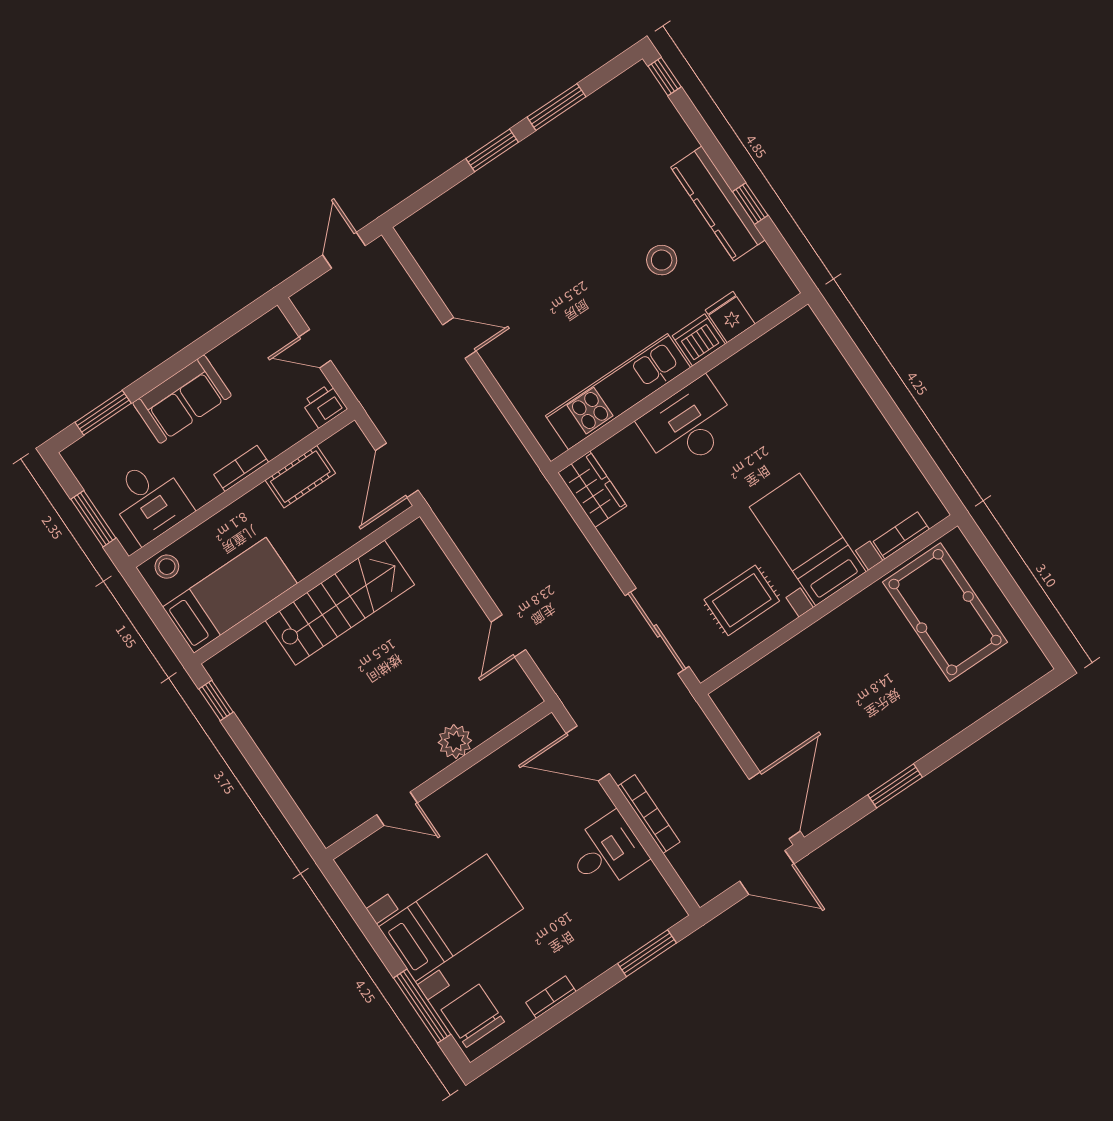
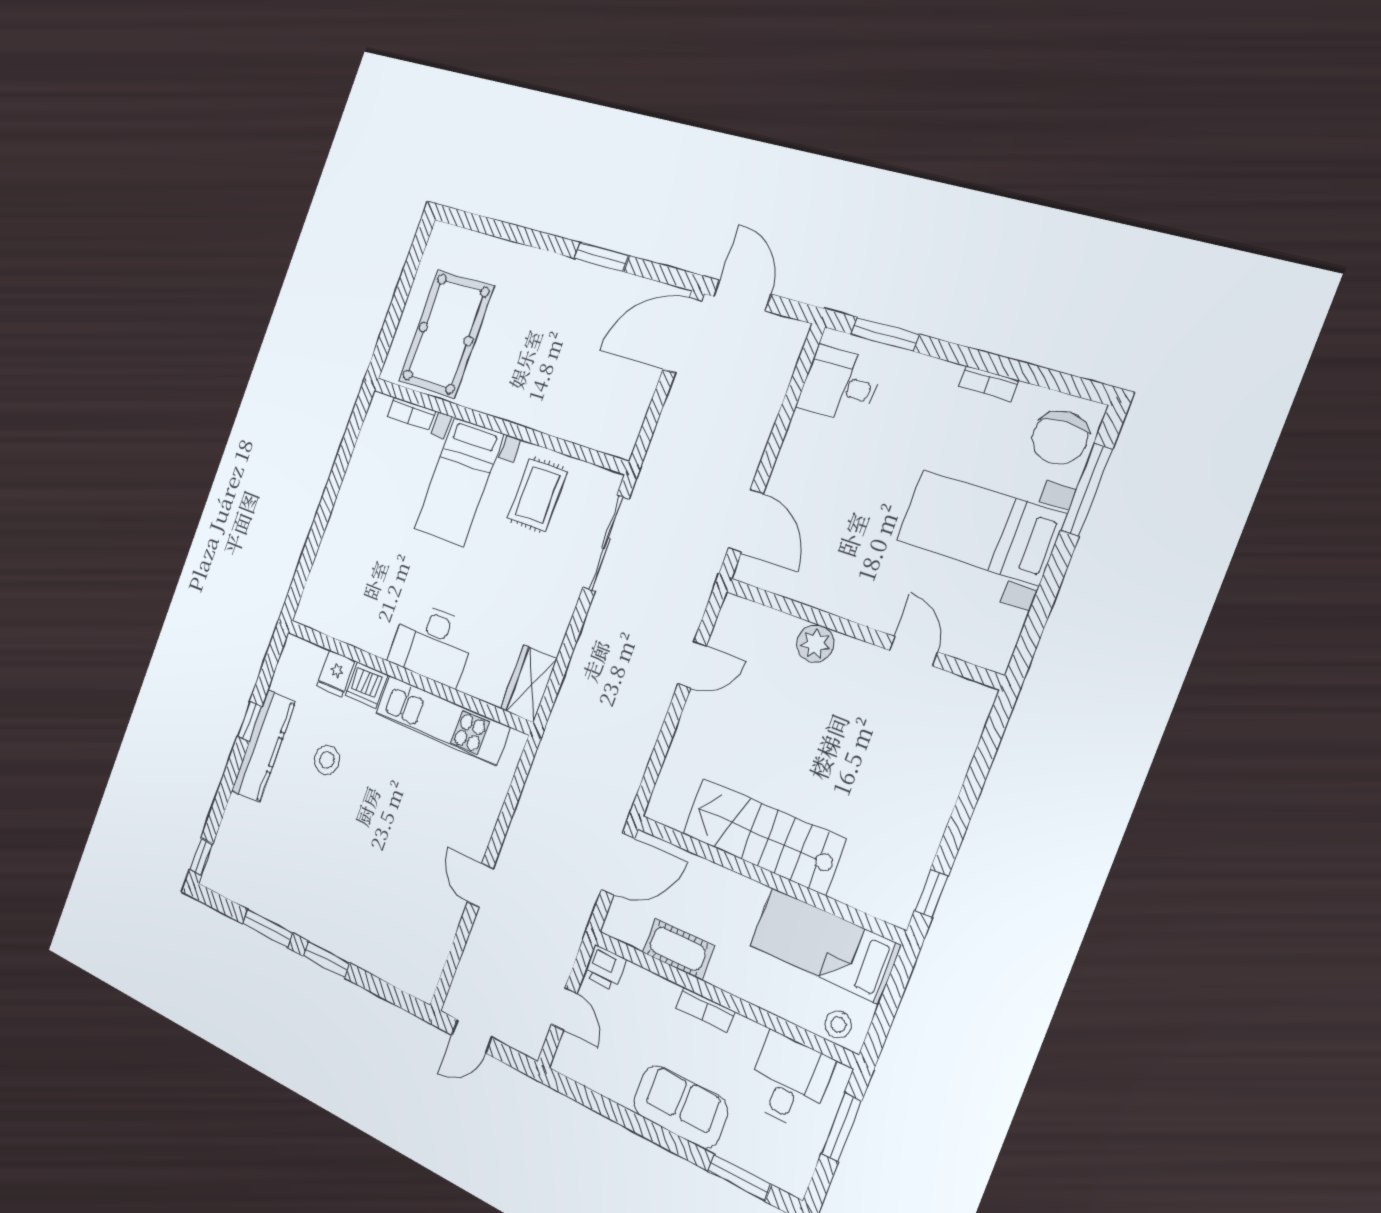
rug: (742, 600) -> (537, 495), turned 90
bookcase: (649, 814) -> (762, 430), removed
desk: (607, 852) -> (840, 385), moved

